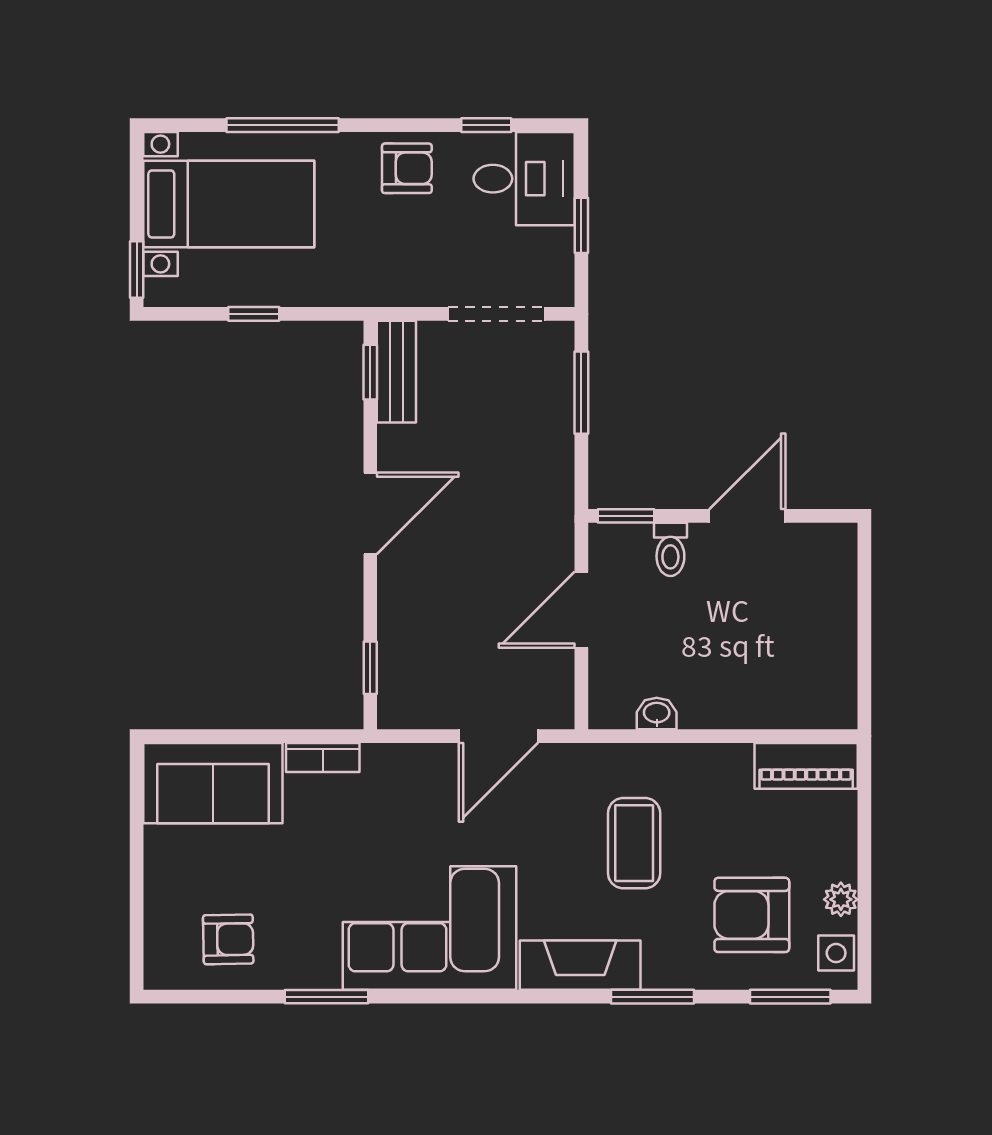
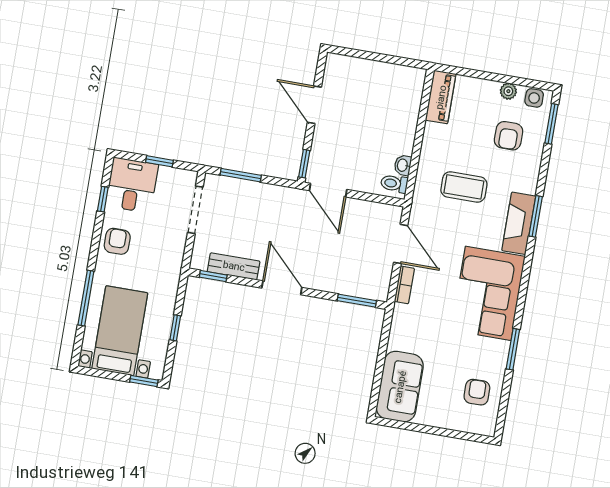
bench: (396, 372) -> (234, 266), moved
toilet: (670, 549) -> (394, 184), moved, turned 180
door: (581, 610) -> (328, 190), moved
window: (370, 668) -> (357, 301), width x1.50
bookcase: (323, 757) -> (404, 285), moved
armchair: (752, 915) -> (509, 136), width x0.72, depth x0.72
window: (652, 997) -> (536, 216), moved

